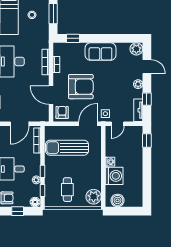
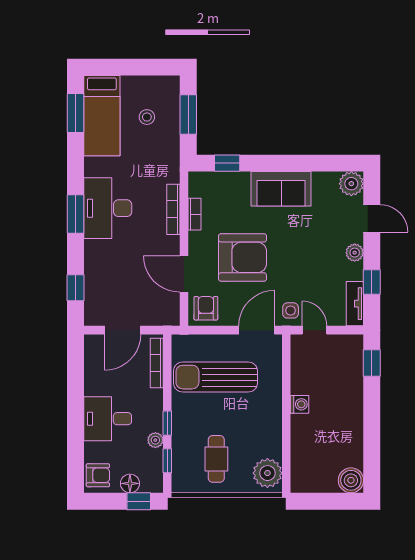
door: (118, 124) -> (315, 330), swing flipped
washing machine: (114, 176) -> (308, 432), removed
boiler: (118, 200) -> (351, 480), moved
floor lamp: (35, 202) -> (130, 483), moved
window: (18, 211) -> (139, 501), moved

